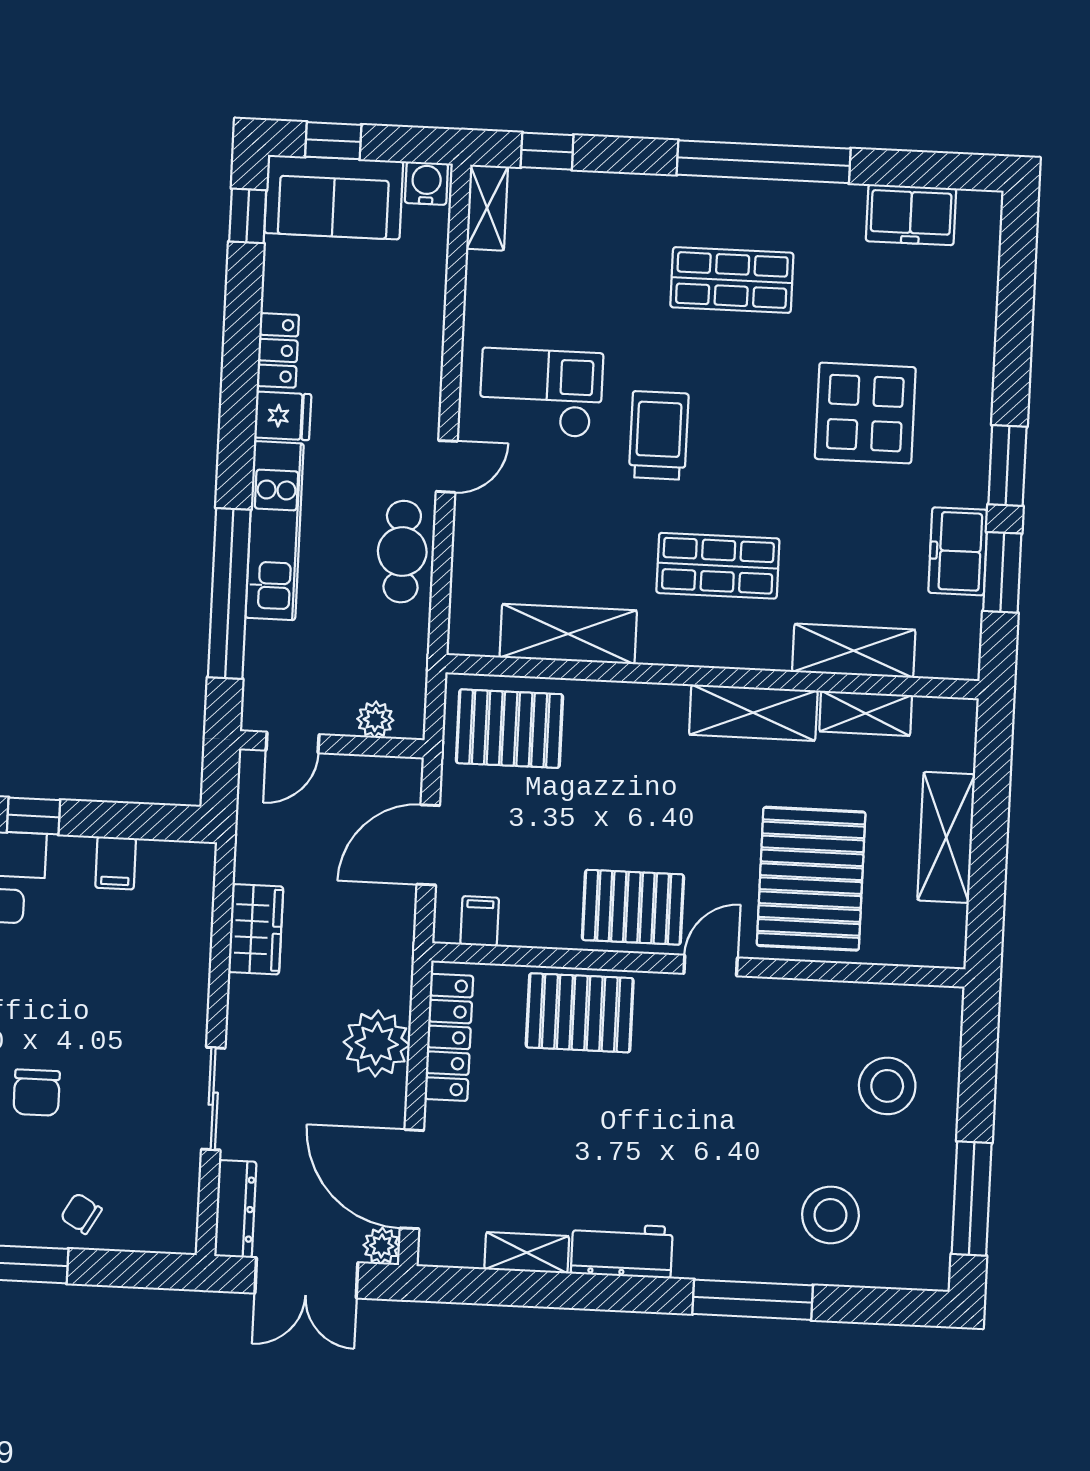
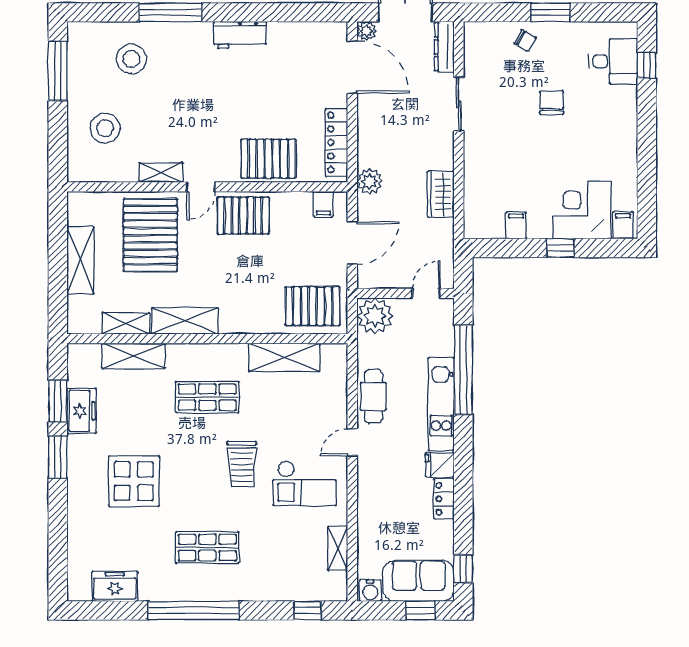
shelving: (487, 208) -> (338, 549), moved
plant: (375, 720) -> (375, 316), width x1.87, depth x1.87
plant: (377, 1043) -> (370, 181), moved, width x0.73, depth x0.73
shelving: (527, 1253) -> (161, 172), moved

